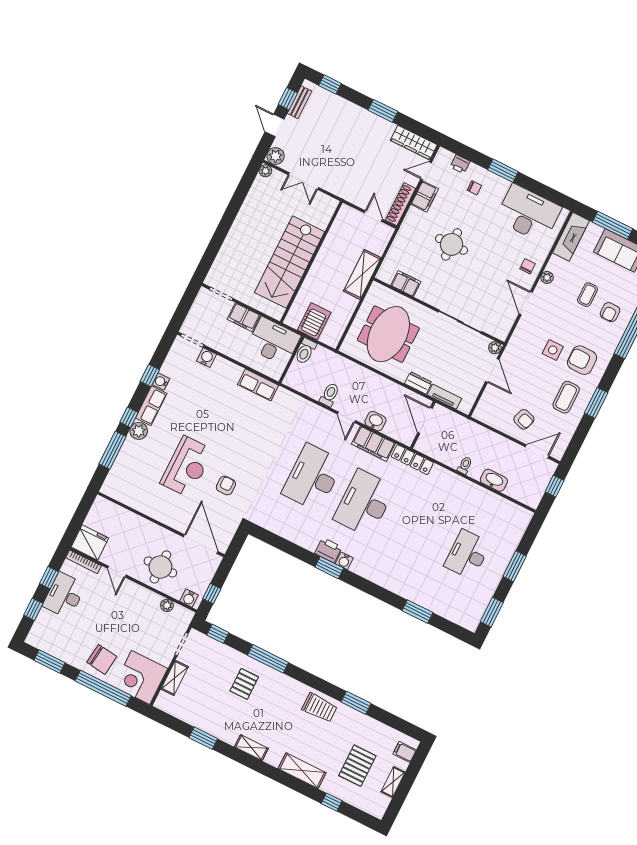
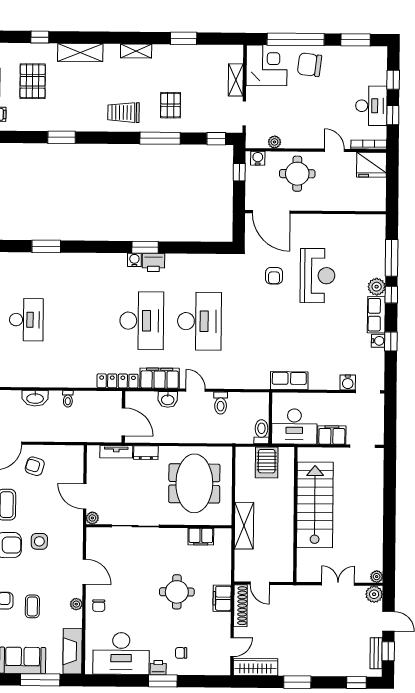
printer: (460, 164) -> (158, 668), moved
filing cabinet: (425, 197) -> (222, 598), moved
reception desk: (187, 467) -> (318, 276), turned 180
trolley: (320, 708) -> (123, 113), moved

